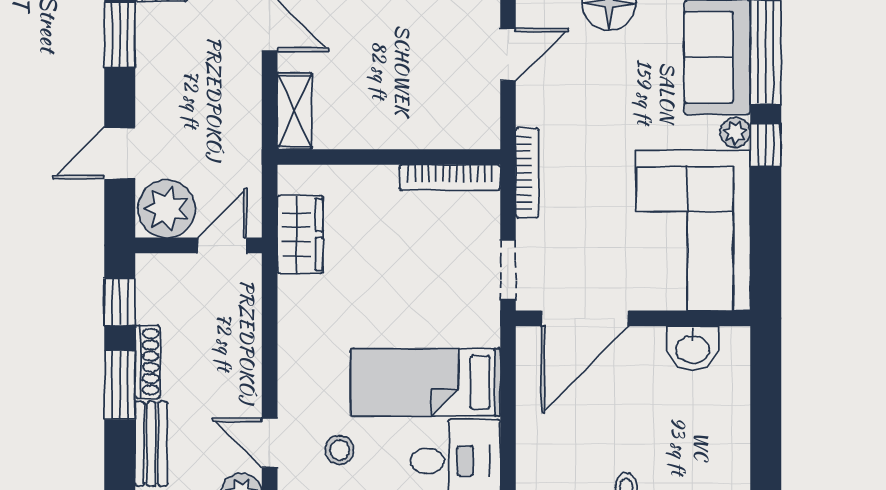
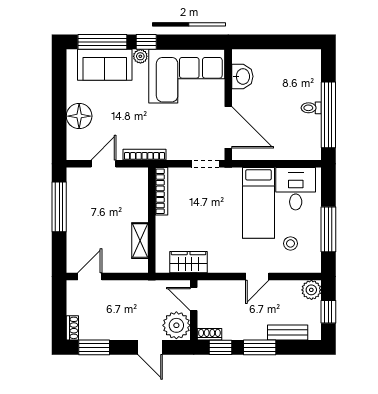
door: (508, 55) -> (103, 164), hinge flipped
shelving: (295, 111) -> (140, 241), moved, turned 90
bookcase: (527, 173) -> (145, 155), moved
shoe rack: (148, 362) -> (209, 334), moved, width x0.70
door: (270, 443) -> (257, 277), moved

